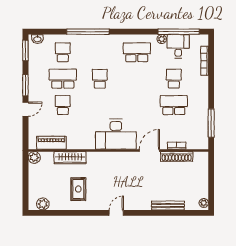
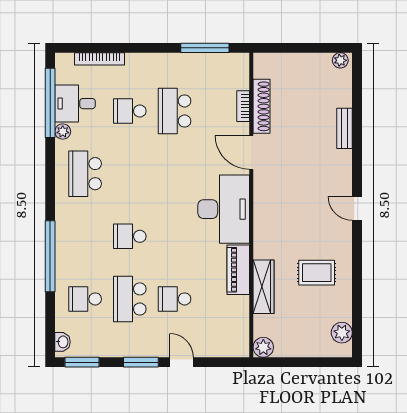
piano: (51, 143) -> (238, 270), moved
bench: (168, 205) -> (345, 128), width x0.73

